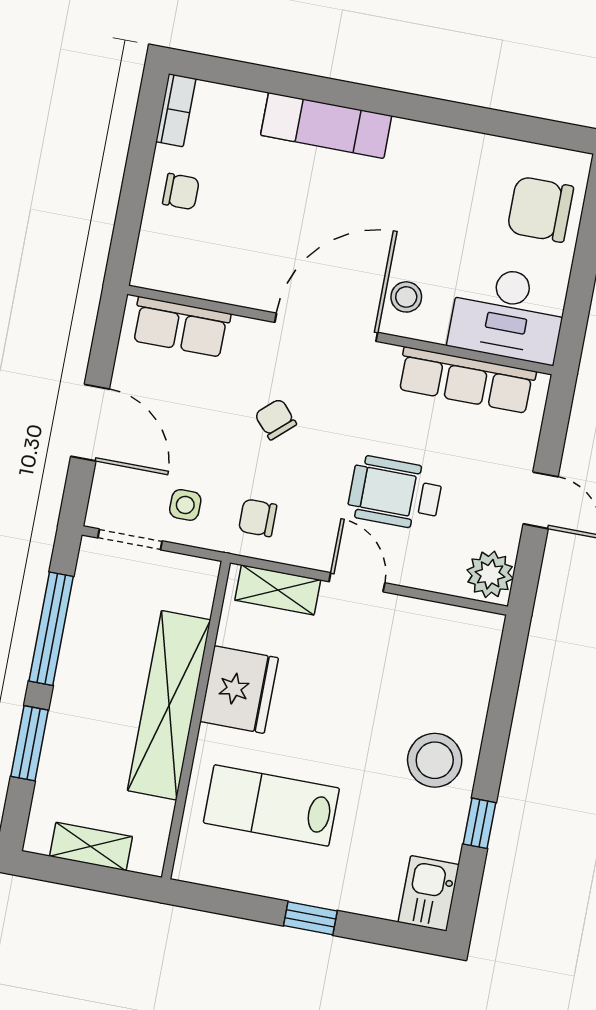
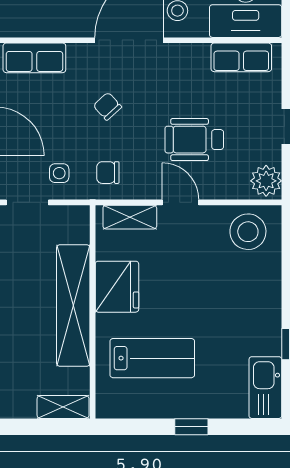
row of seats: (466, 380) -> (241, 57), width x0.68
stool: (435, 760) -> (248, 232), moved
lab bench: (271, 805) -> (152, 358), turned 180
shelving: (91, 846) -> (63, 407), moved
kitchen sink: (429, 893) -> (265, 388), width x1.38

